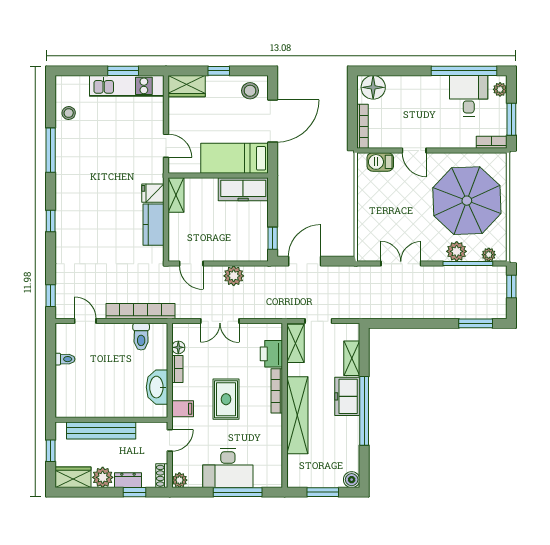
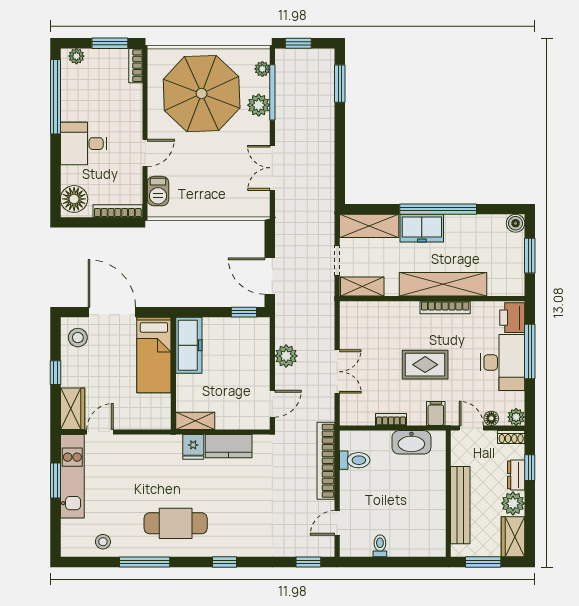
desk: (469, 96) -> (84, 144), moved
door: (166, 146) -> (100, 432), moved
cafe table: (85, 178) -> (176, 523), added
floor lamp: (178, 347) -> (491, 418), moved
printer: (271, 354) -> (512, 318), moved, turned 90
shelving: (352, 358) -> (369, 226), width x1.50, depth x1.33
bookcase: (277, 391) -> (445, 307), moved
window: (51, 451) -> (483, 562), width x1.50

